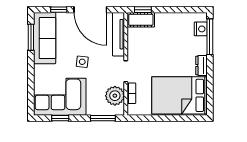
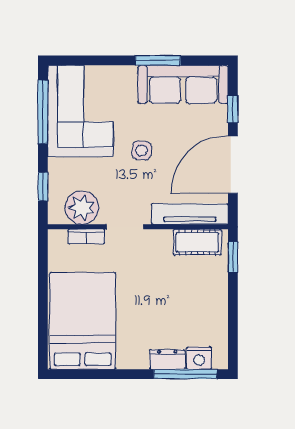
cot: (141, 20) -> (197, 242), moved, turned 90
window: (31, 37) -> (158, 60), moved
dresser: (201, 66) -> (167, 359), moved
window: (60, 118) -> (43, 112), width x2.17
window: (103, 118) -> (43, 187), width x0.67

